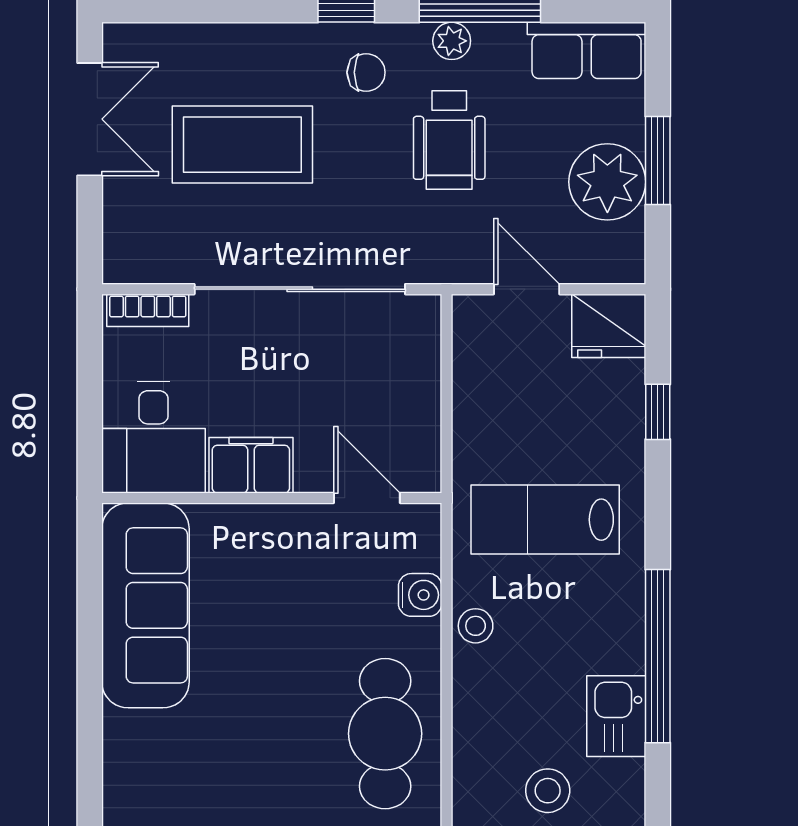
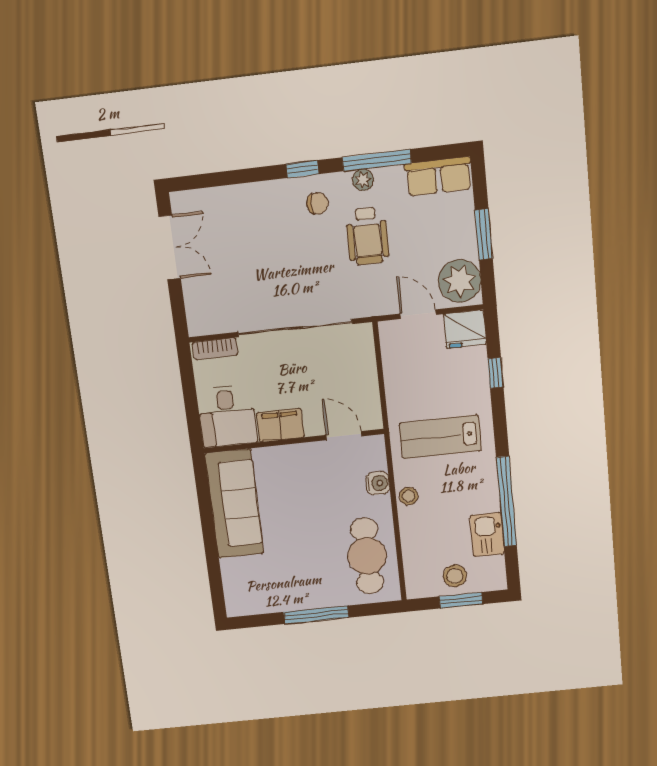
coffee table: (242, 145) -> (254, 252), removed
plant: (607, 182) -> (460, 281), moved

